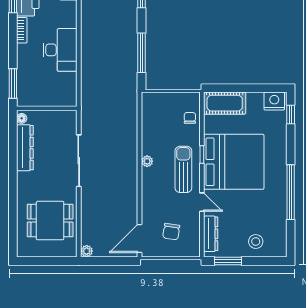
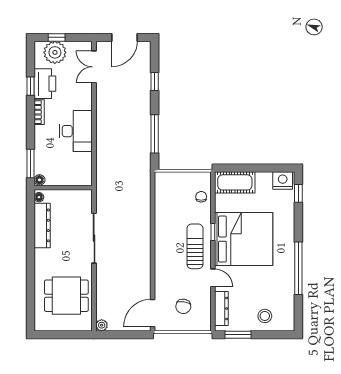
floor lamp: (22, 100) -> (39, 180), added
plant: (147, 161) -> (160, 238), removed

